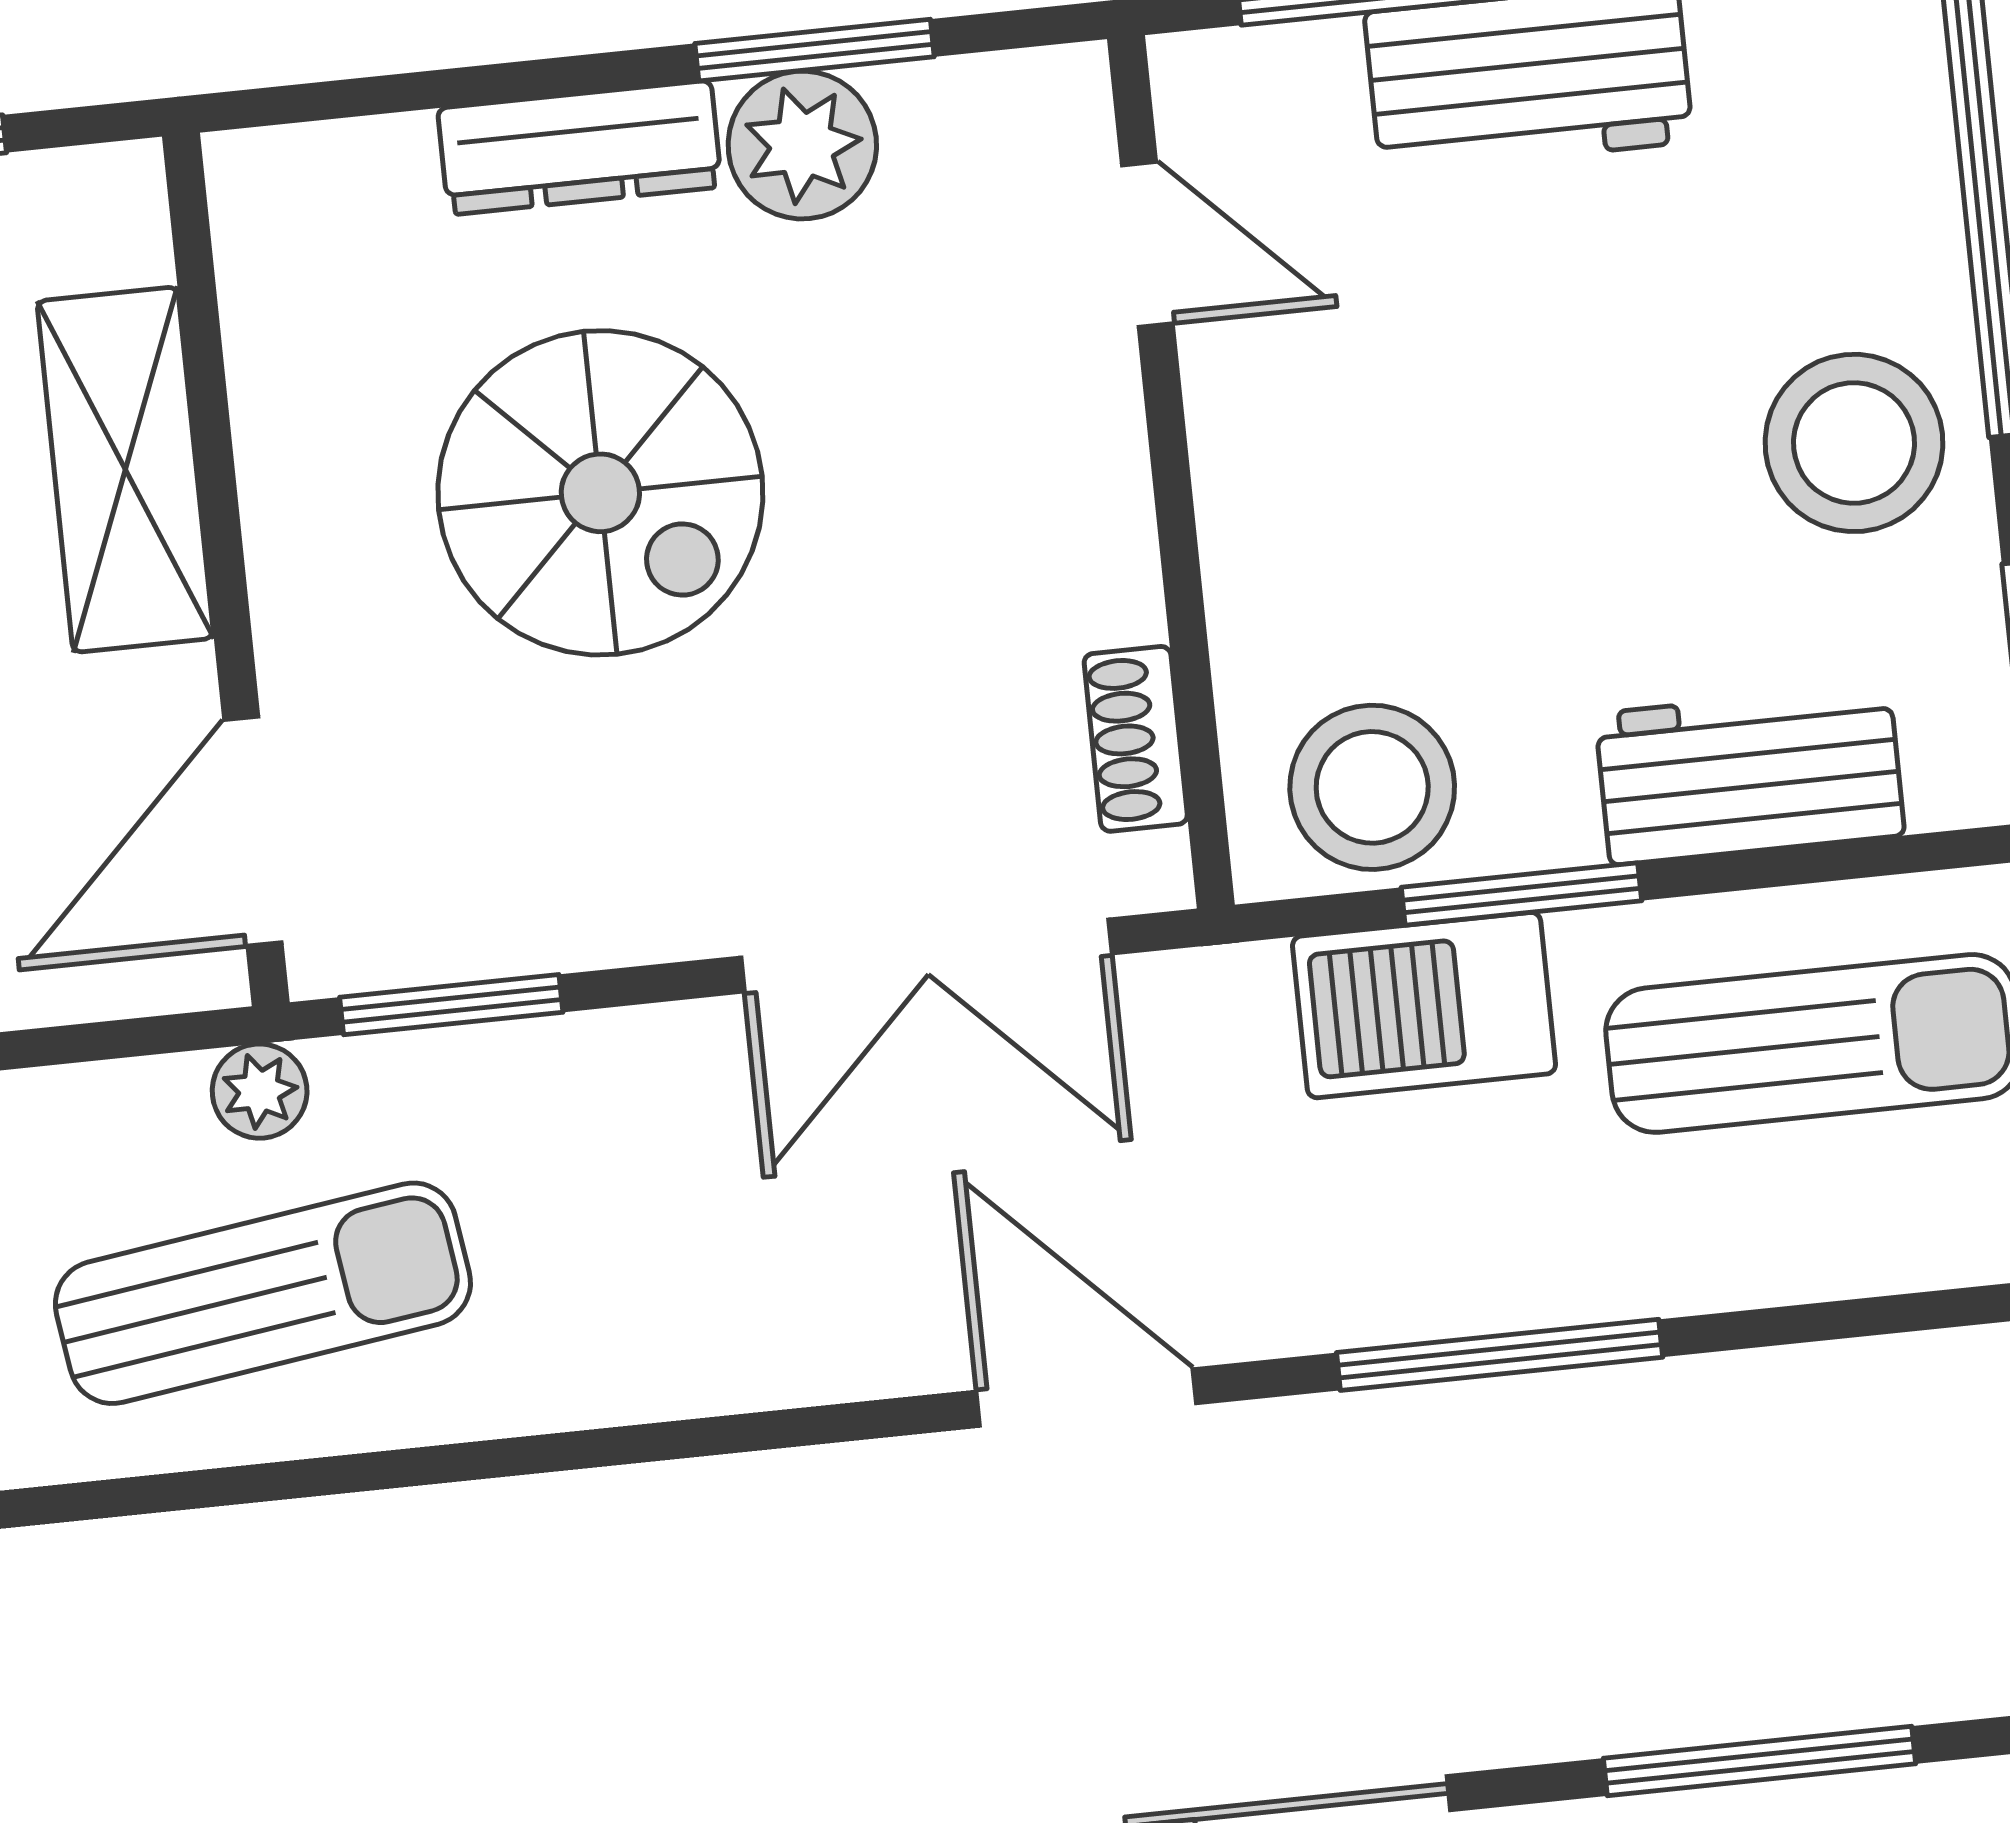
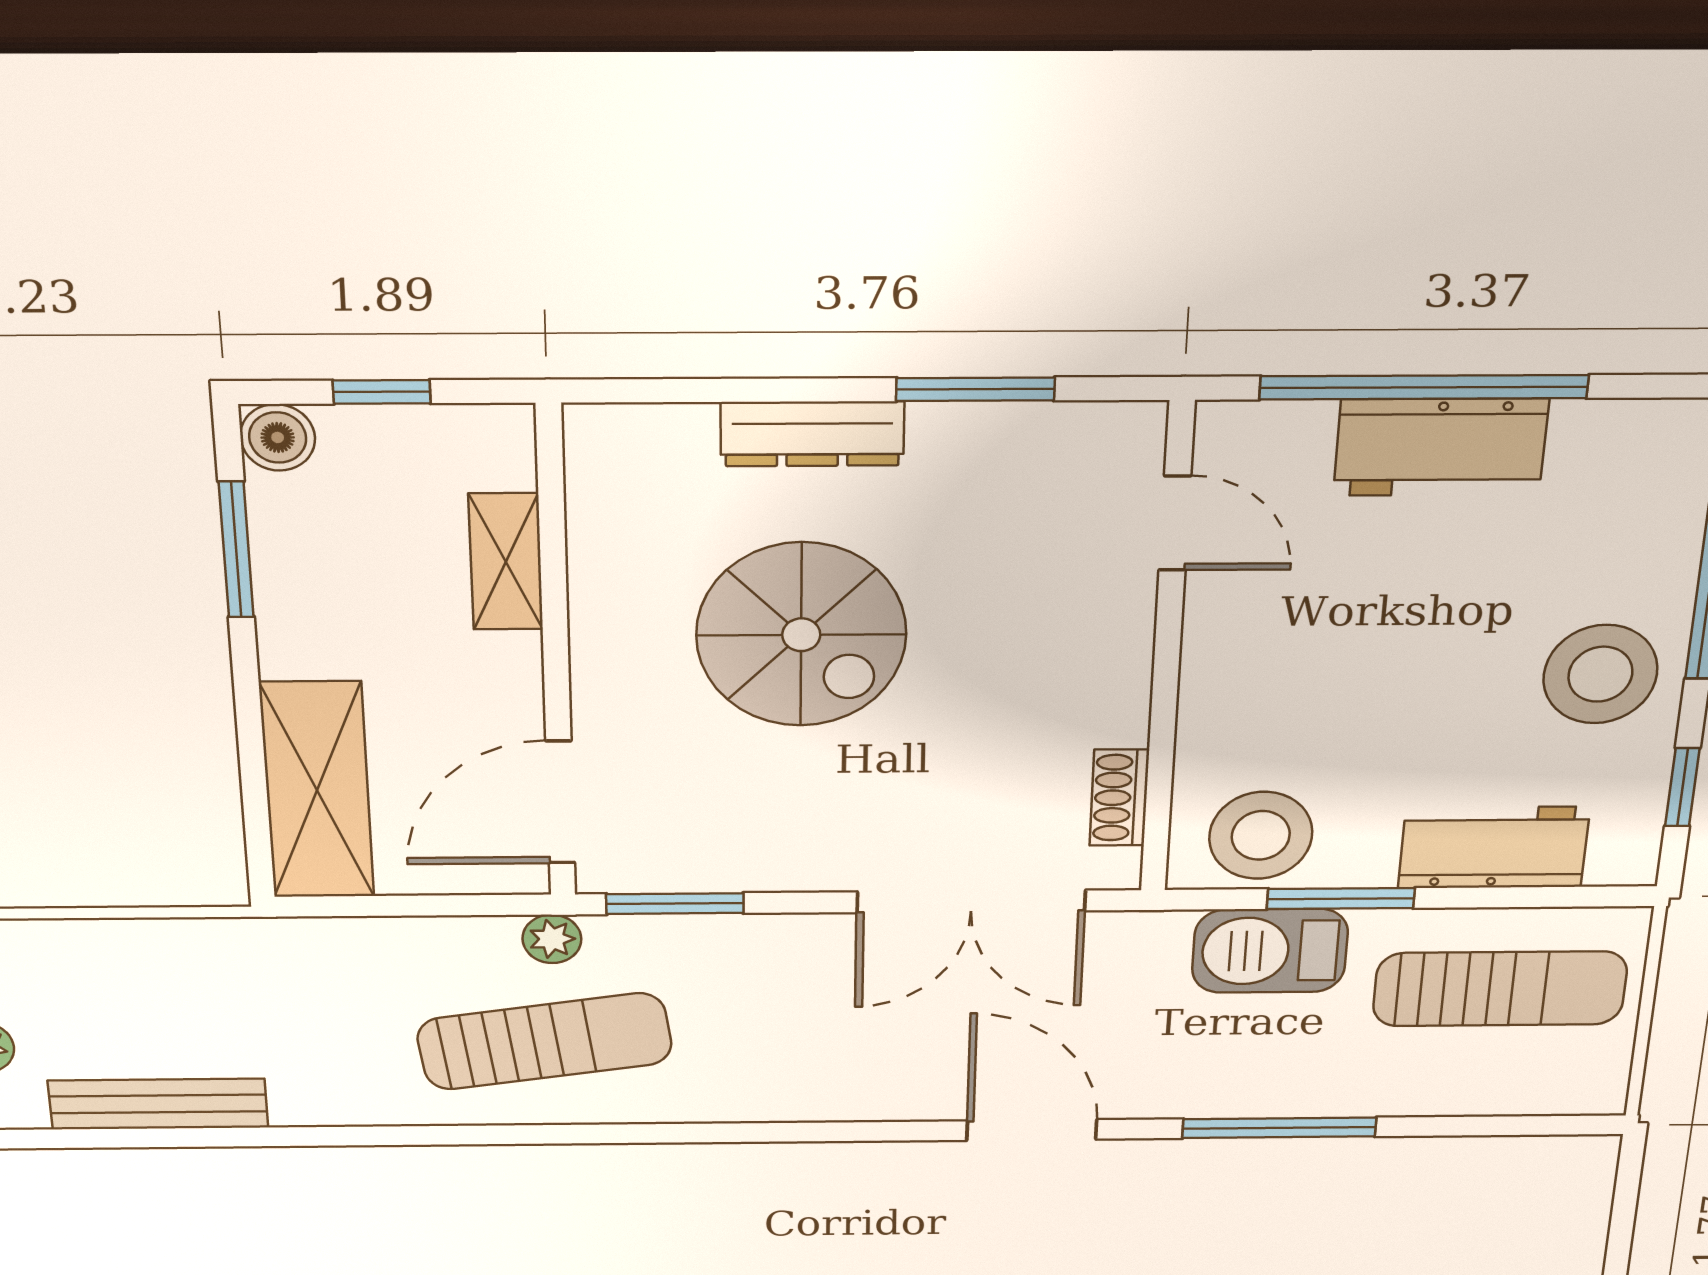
plant: (802, 145) -> (959, 445), removed
shelving: (125, 470) -> (506, 562), width x0.67, depth x0.75

